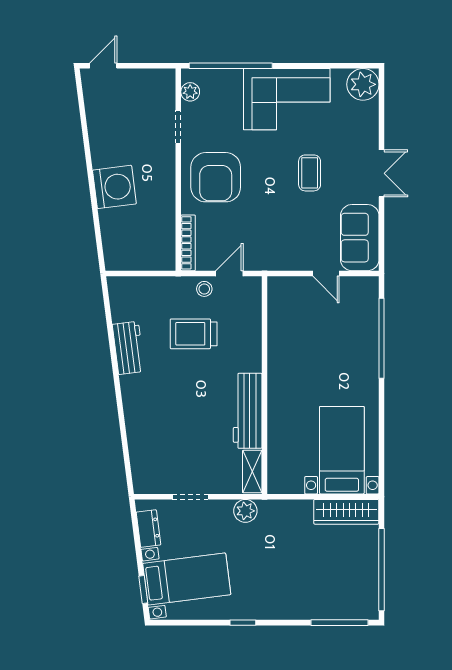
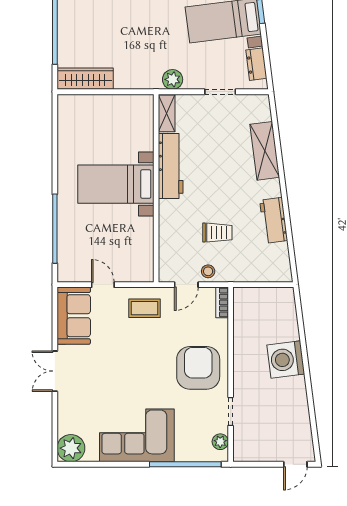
coffee table: (310, 173) -> (144, 308), moved, turned 90
bookcase: (188, 243) -> (222, 302), width x0.64
trolley: (194, 334) -> (217, 233), width x0.73, depth x0.72
shelving: (139, 428) -> (265, 151), added
bed with nightstands: (342, 450) -> (116, 184), moved, turned 90

